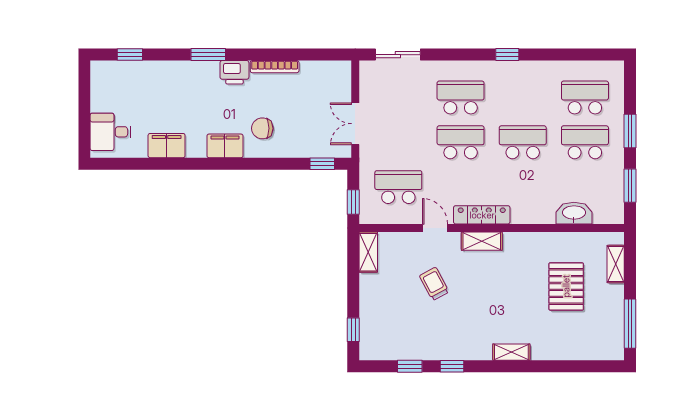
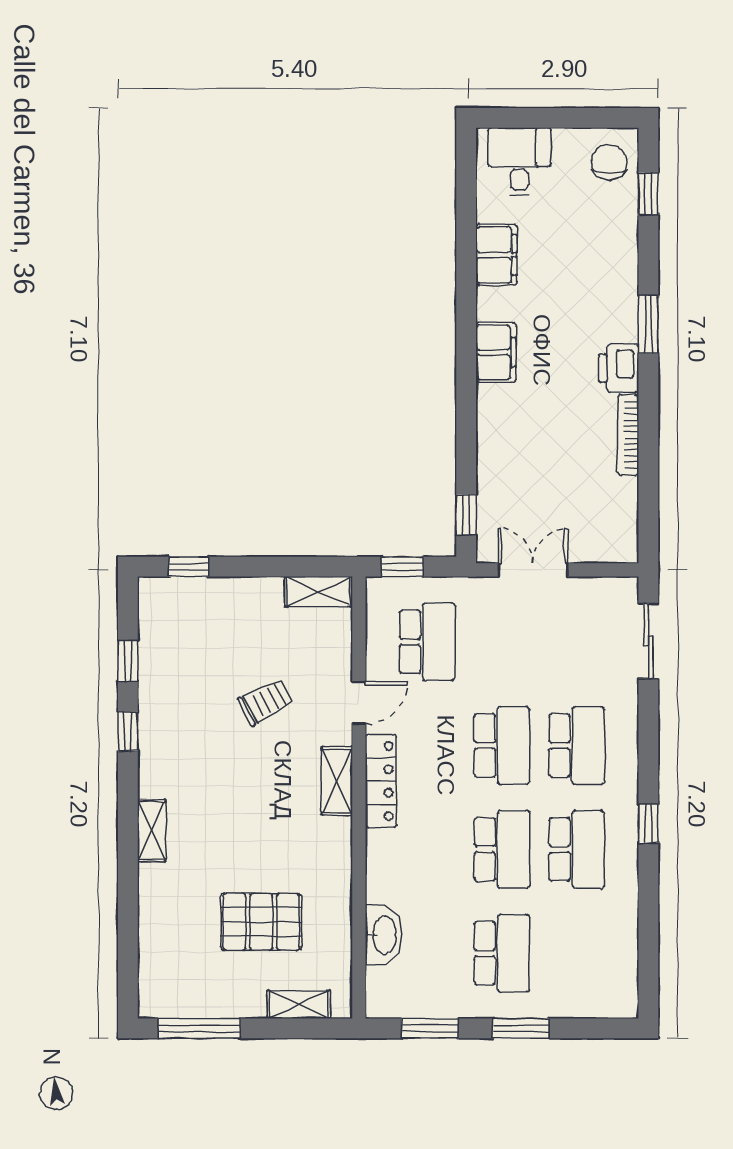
school desk: (585, 97) -> (577, 849), moved
chair: (262, 128) -> (609, 162), moved

